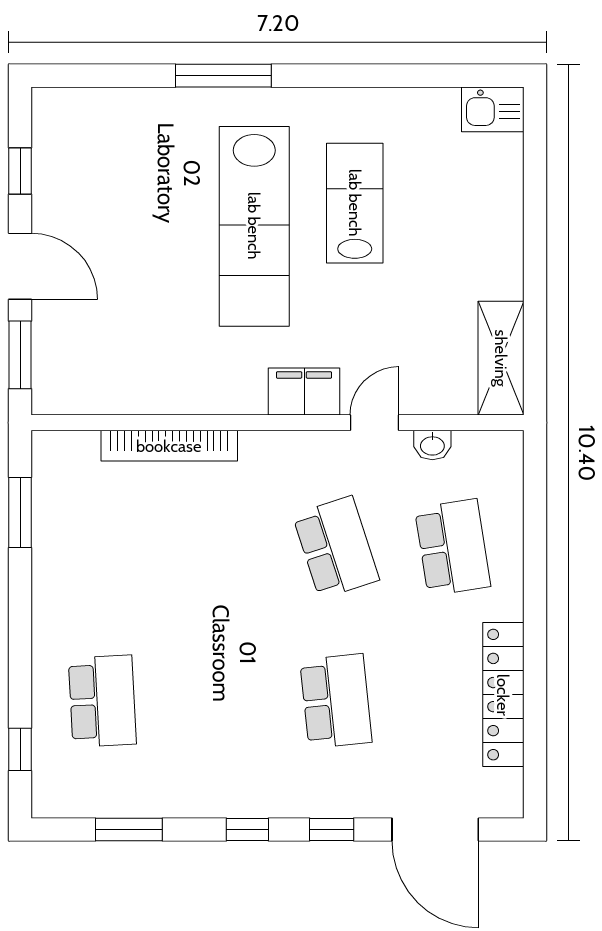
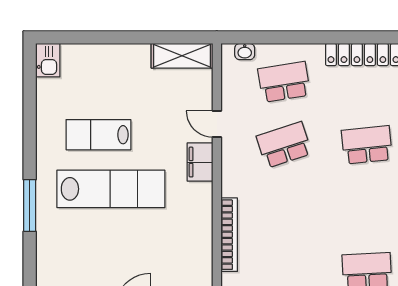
washbasin: (432, 445) -> (245, 52), moved, turned 90

